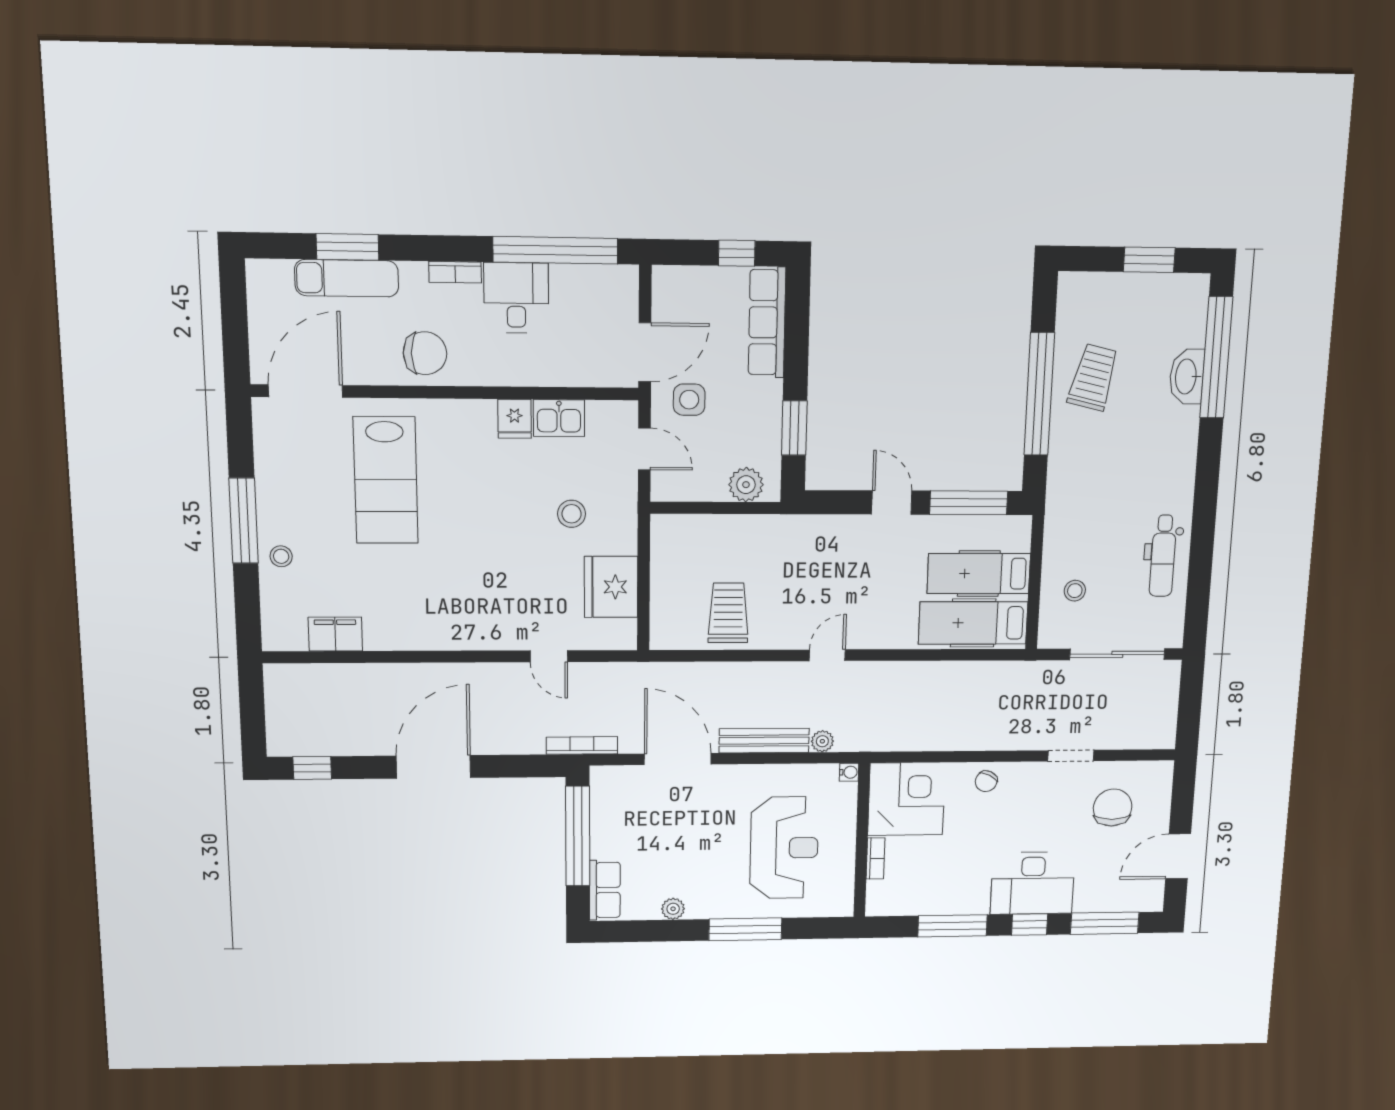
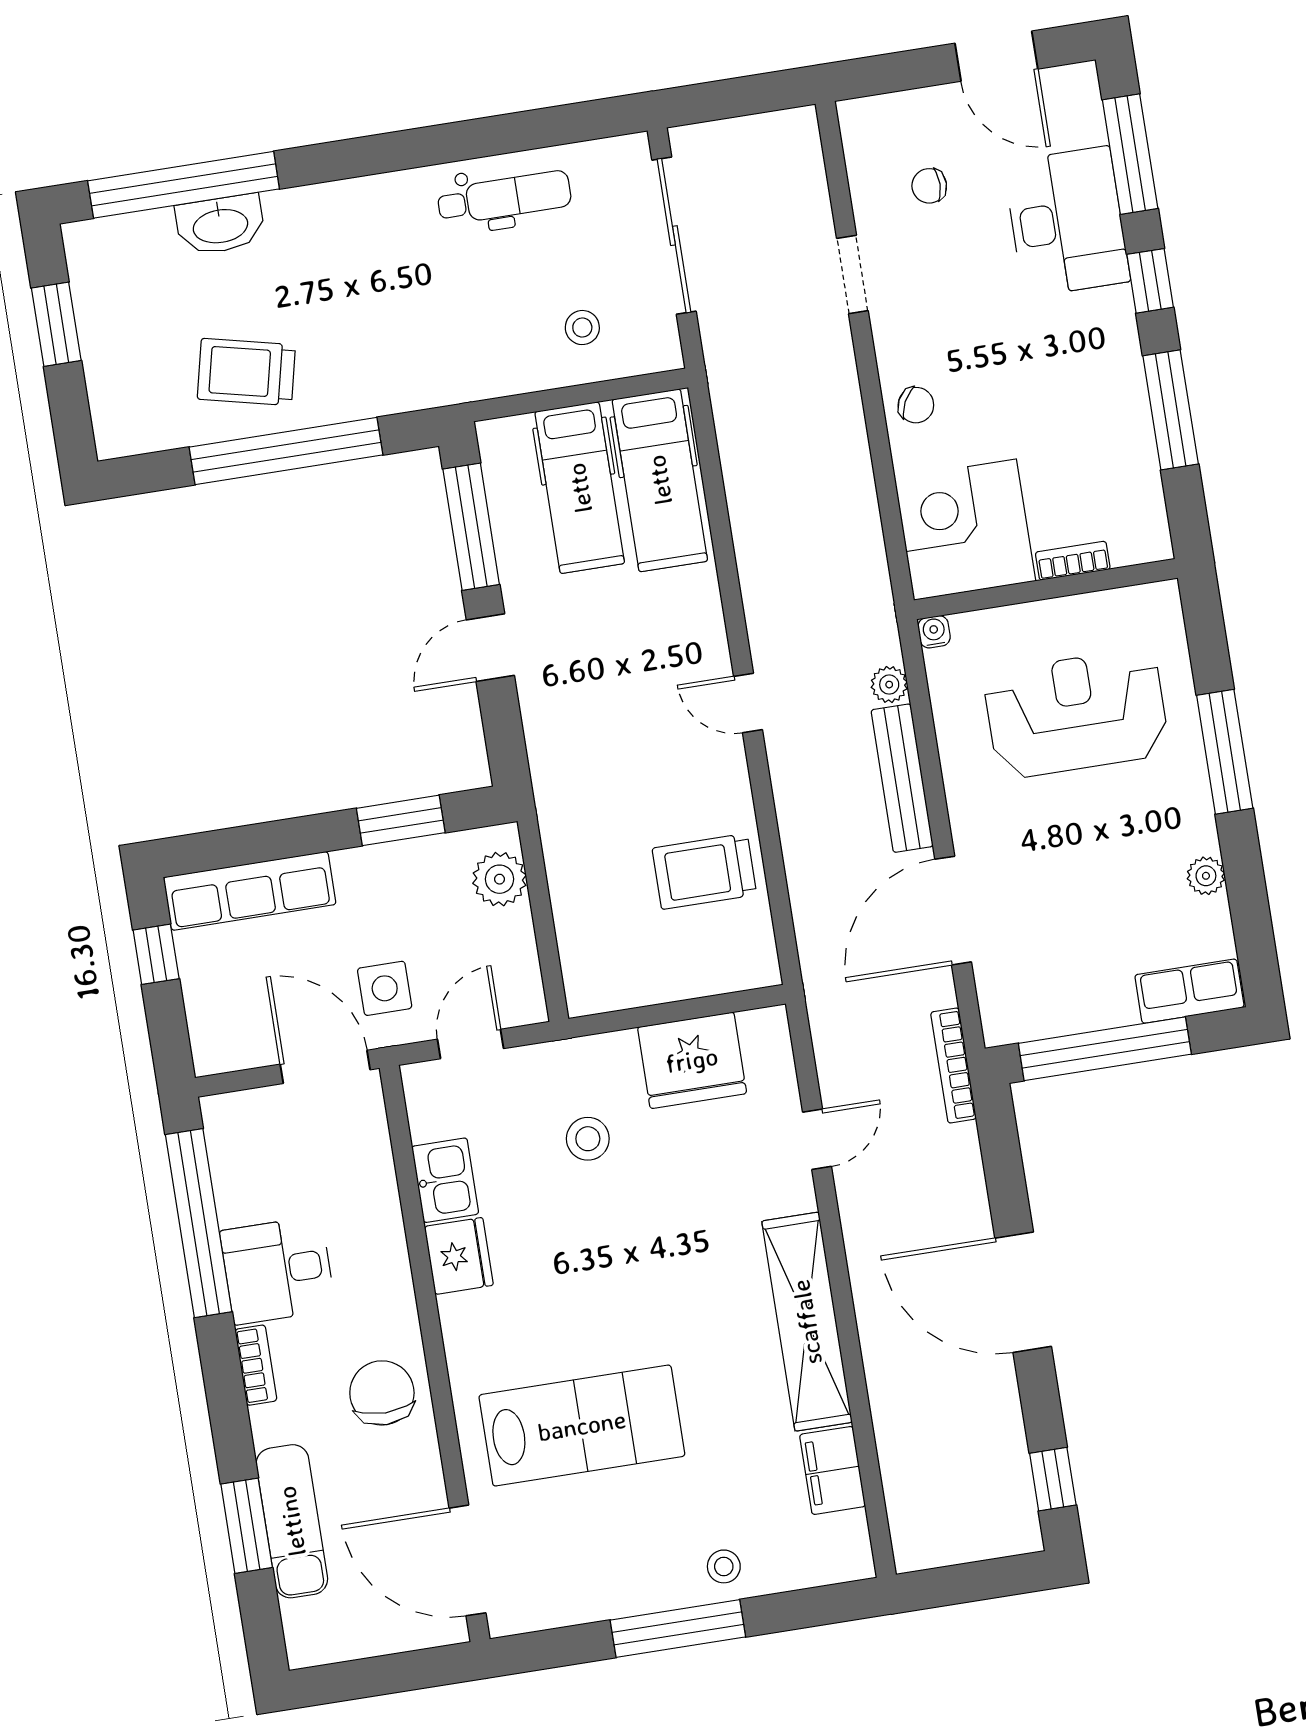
fridge: (515, 419) -> (459, 1256), width x1.38
shelving: (434, 633) -> (807, 1322), added
chair: (1113, 808) -> (929, 186), width x0.54, depth x0.54
desk: (1033, 883) -> (1067, 222), moved

